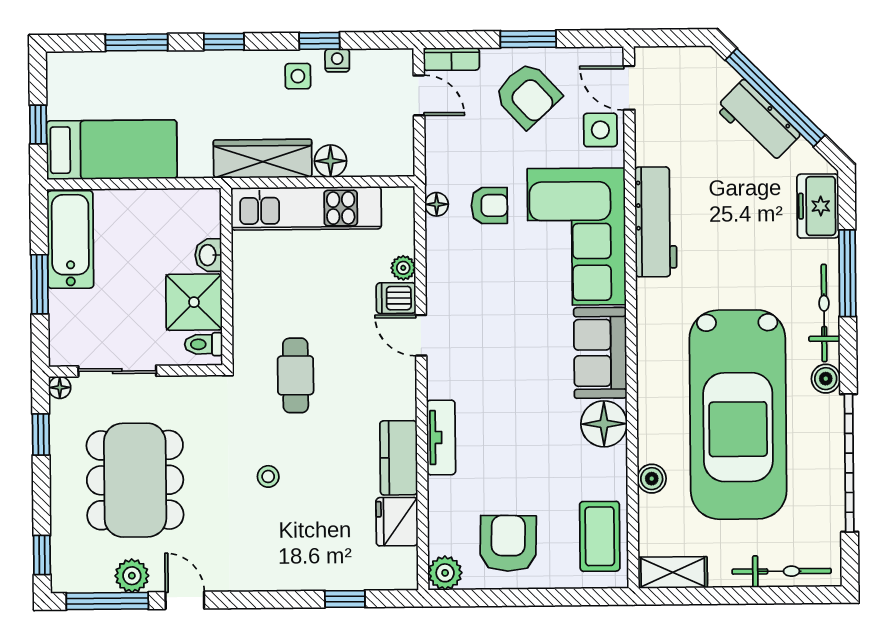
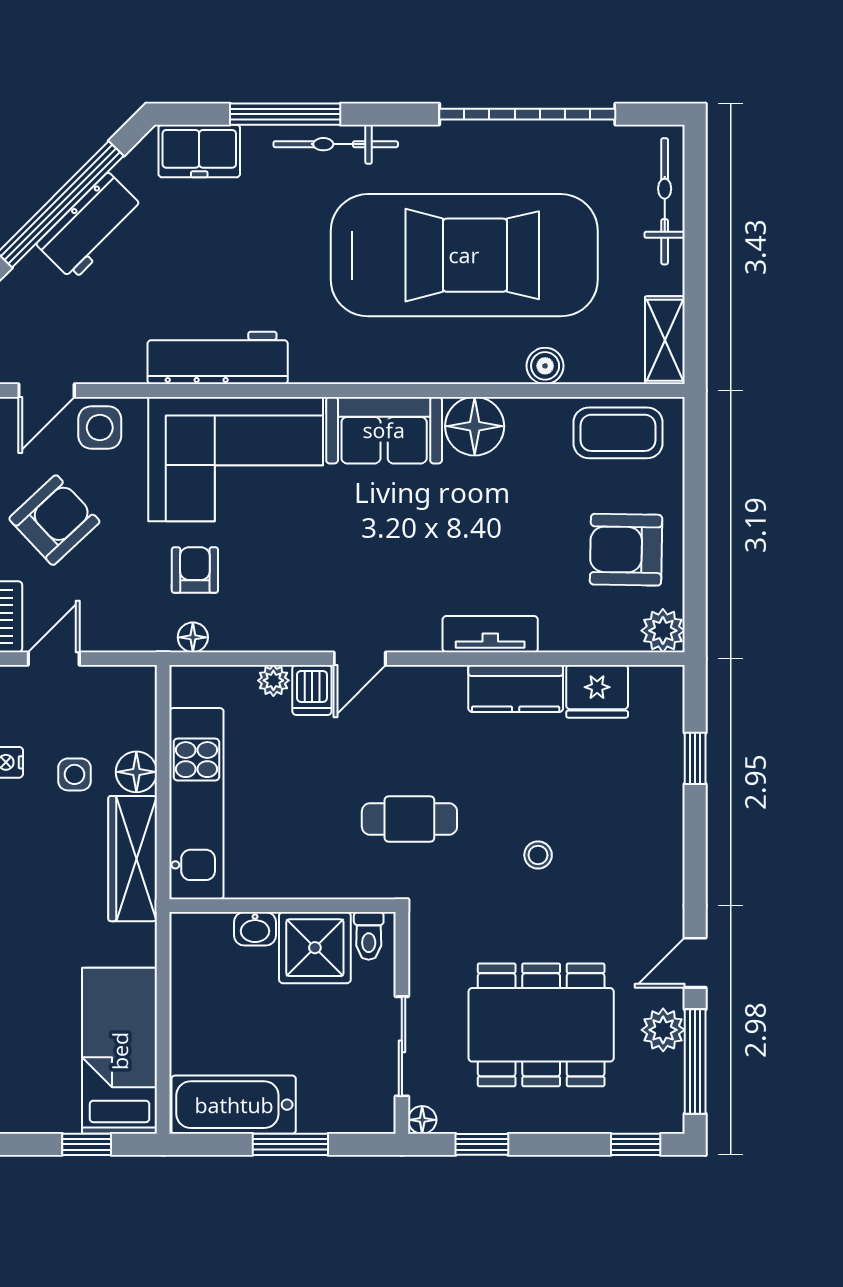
side table: (298, 76) -> (74, 774), moved
boiler: (826, 379) -> (419, 143), removed

